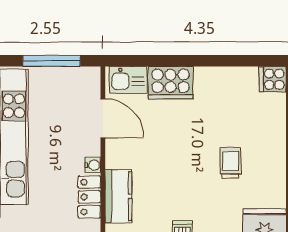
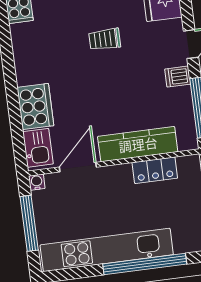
water cooler: (93, 165) -> (37, 182), moved
kitchen counter: (118, 196) -> (138, 144), width x1.50

